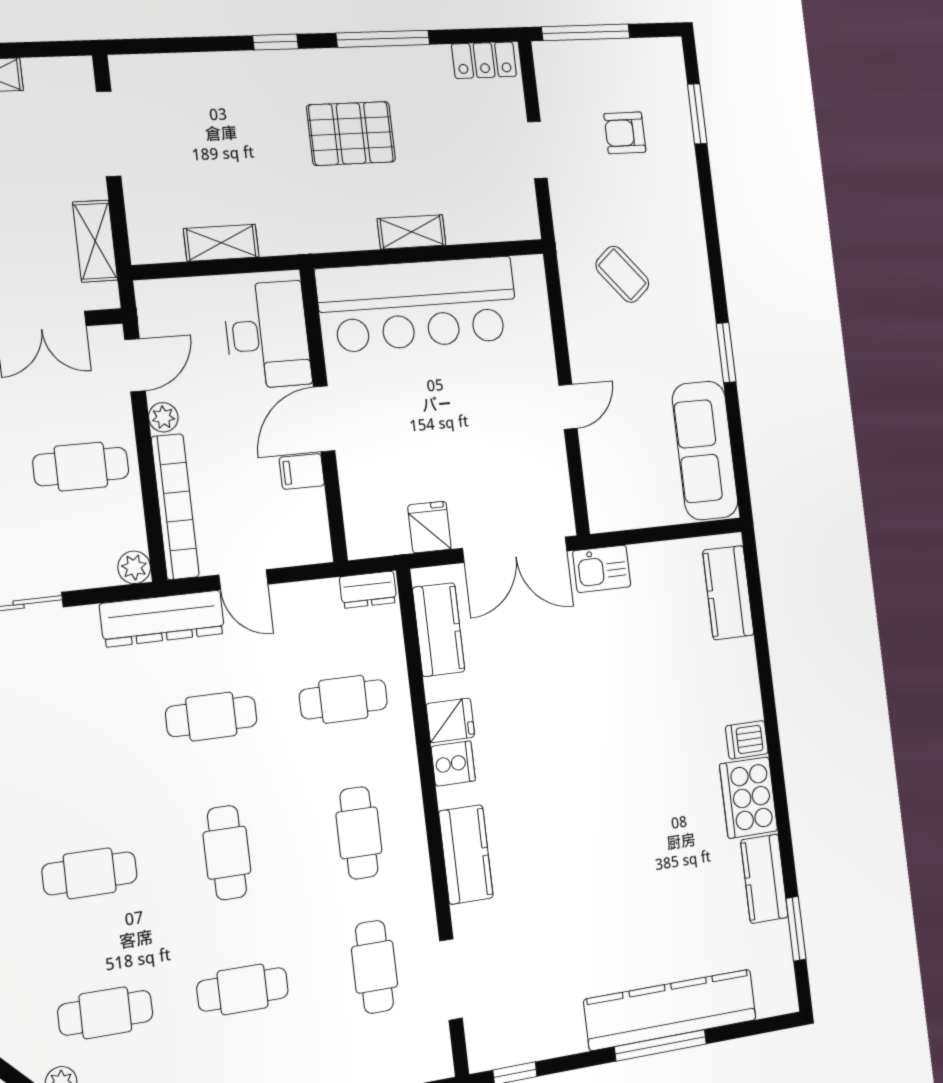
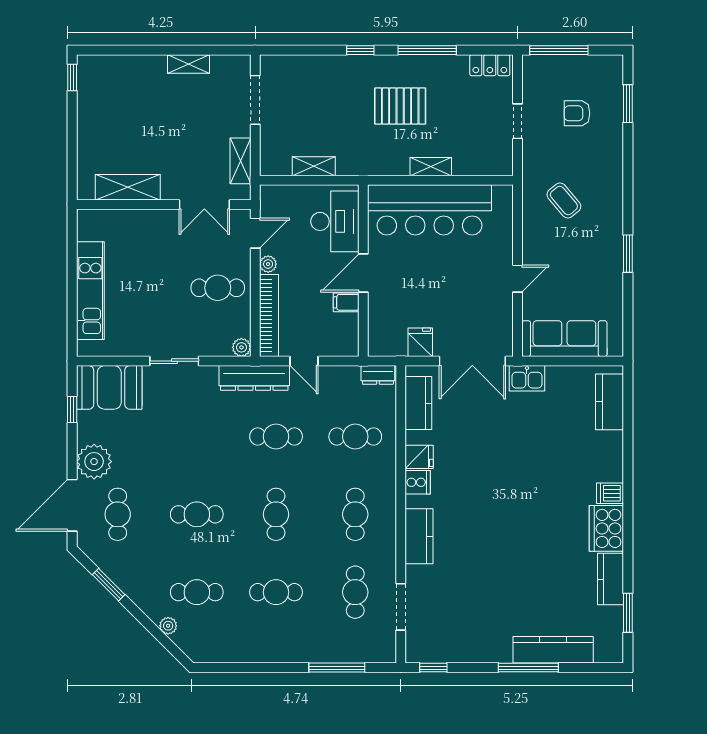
sofa: (705, 451) -> (564, 339), moved, turned 90
kitchen counter: (671, 1010) -> (553, 650), width x0.72, depth x0.86

